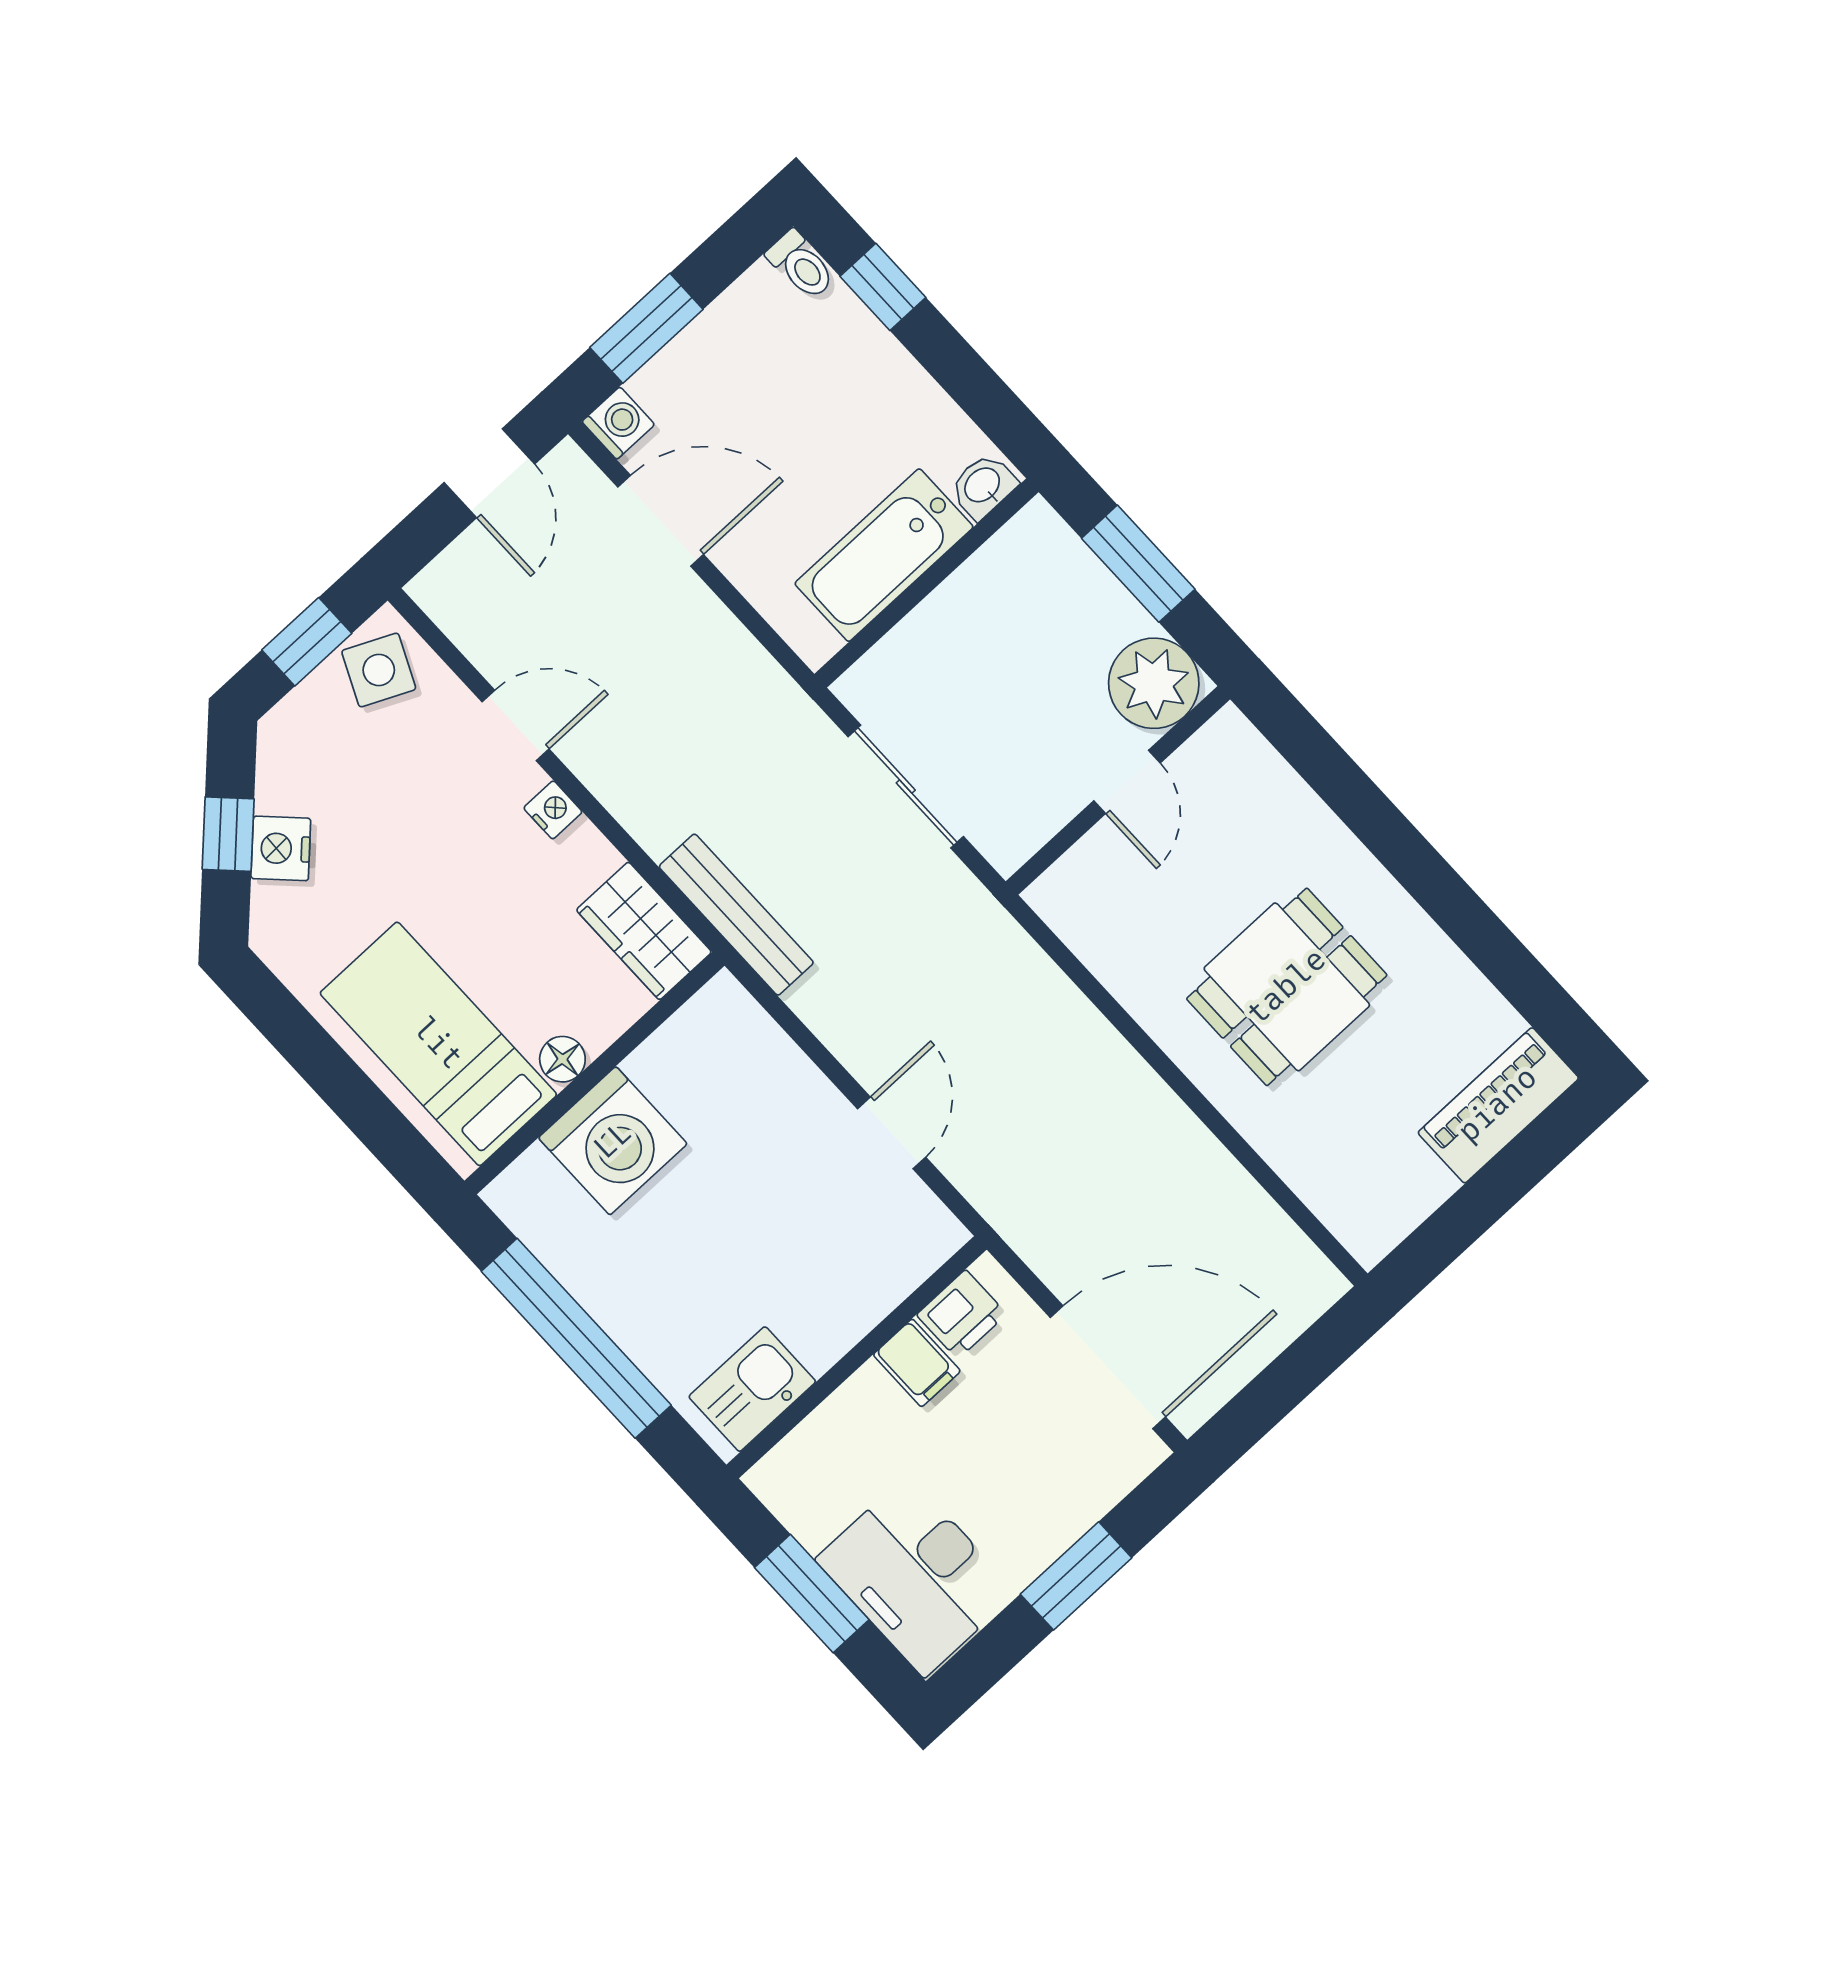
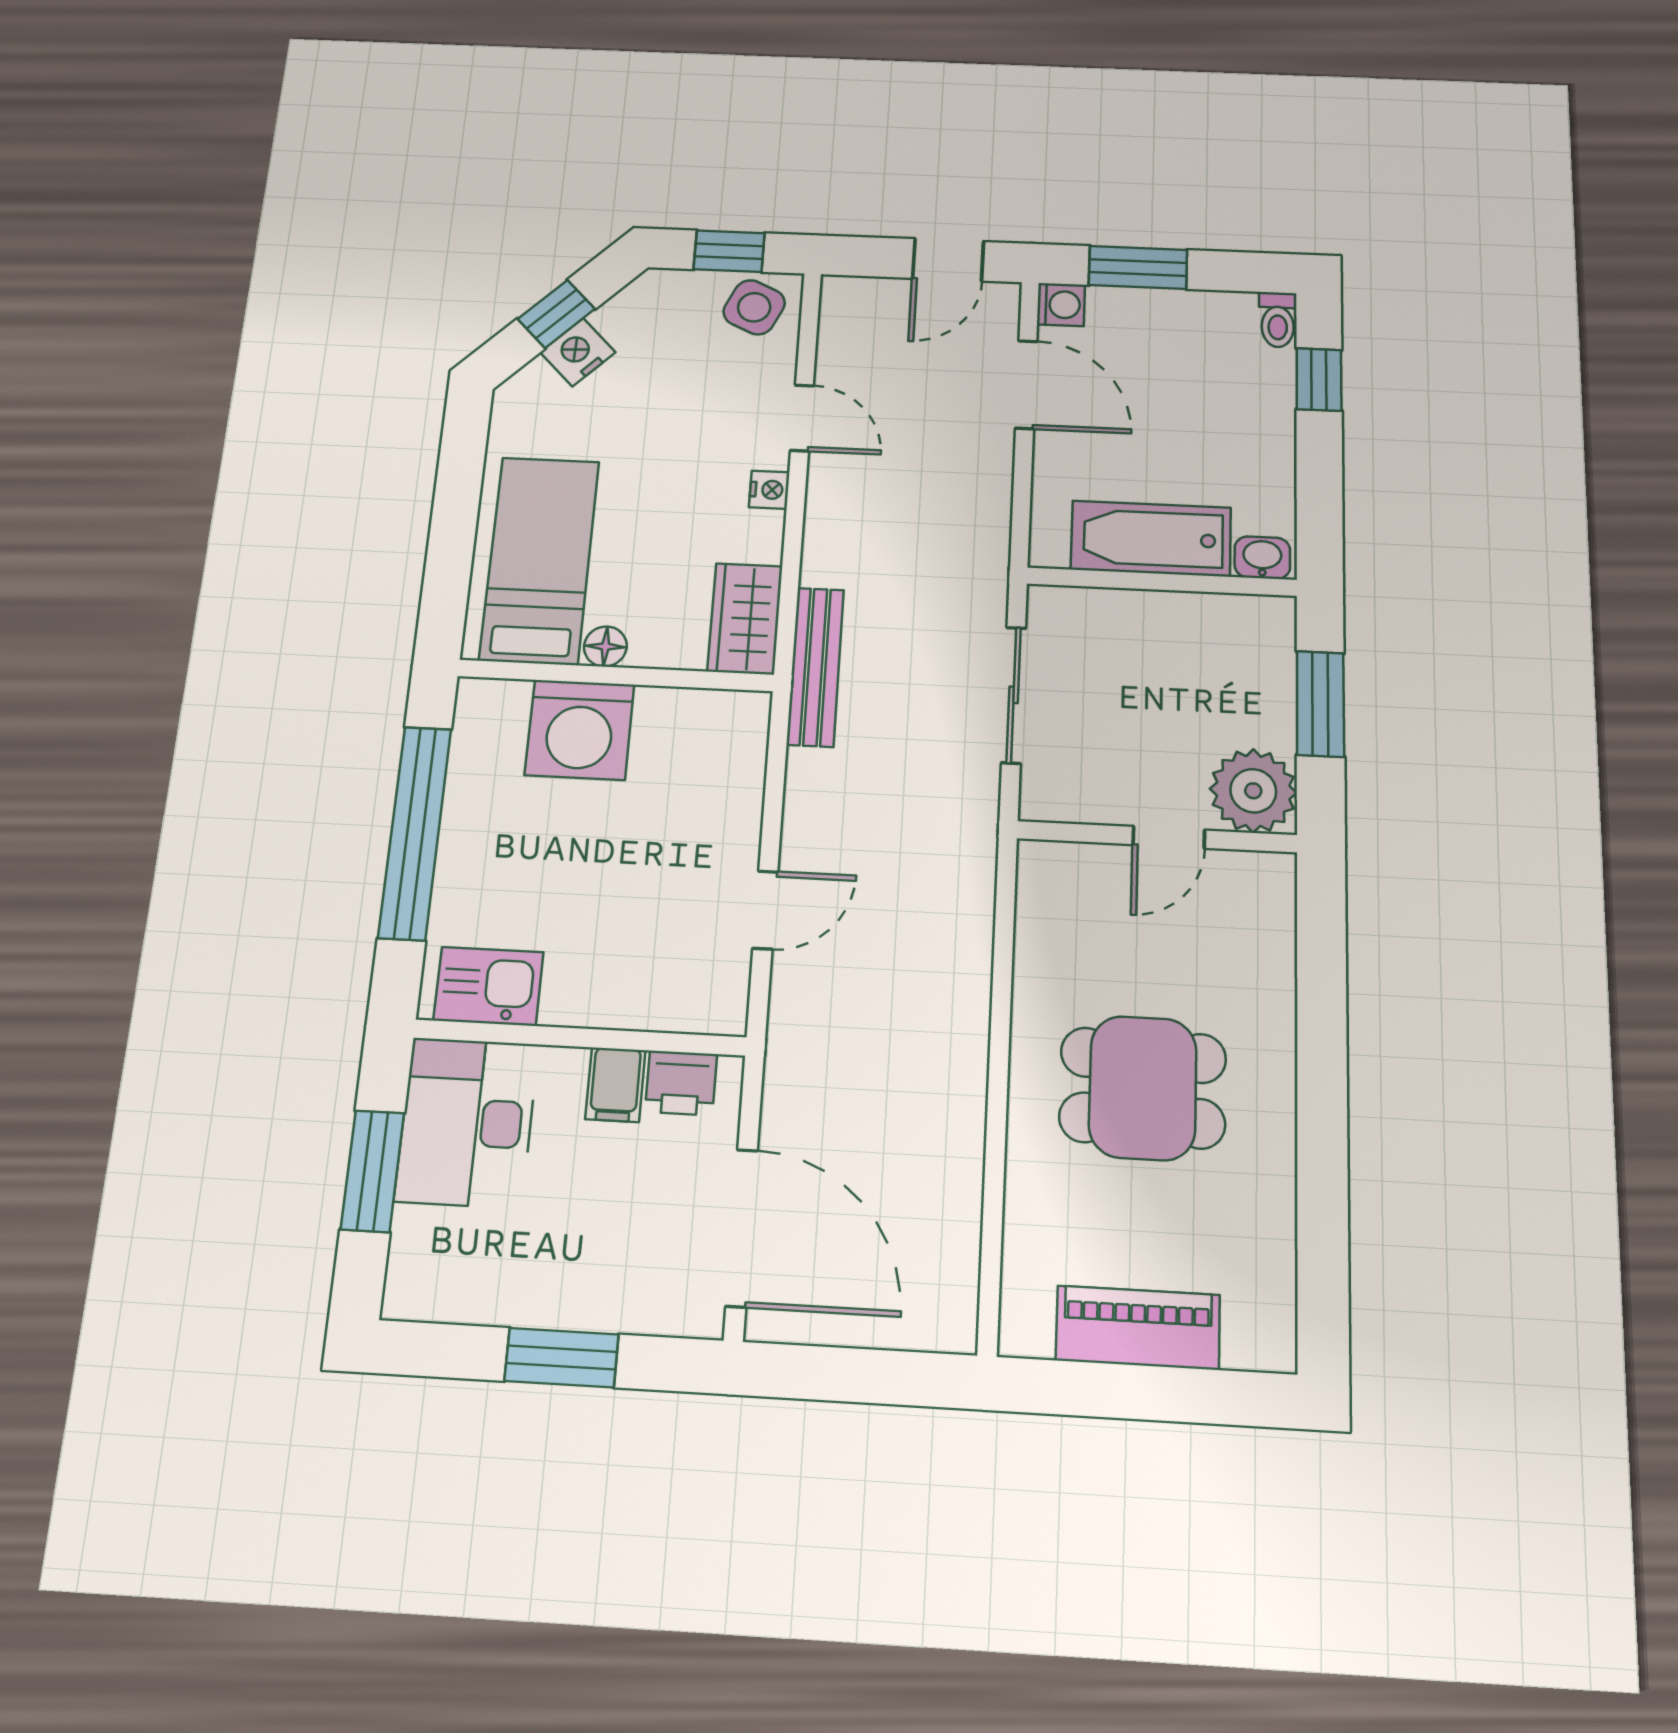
piano: (1498, 1105) -> (1138, 1328), moved
desk: (916, 1576) -> (467, 1122), moved

